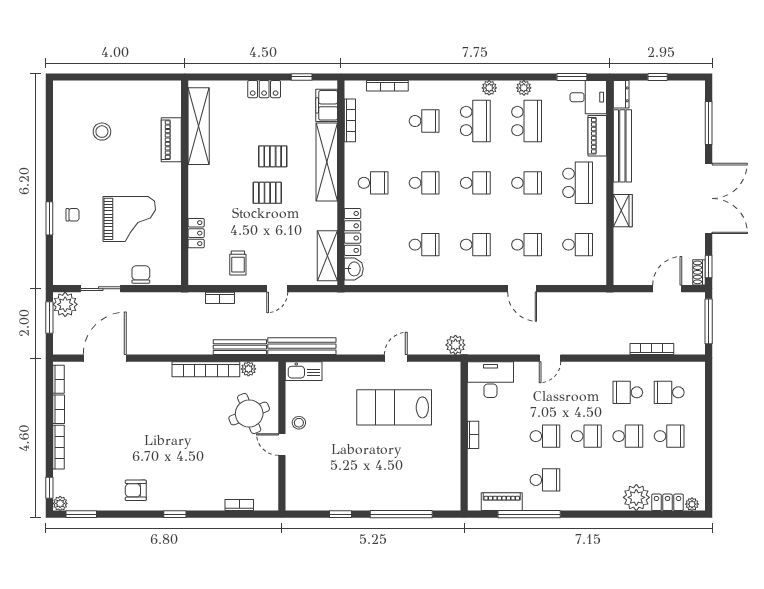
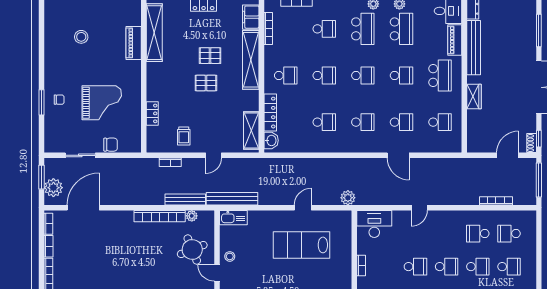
chair: (141, 274) -> (111, 145), turned 90
plant: (65, 304) -> (53, 188), moved

